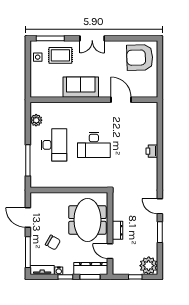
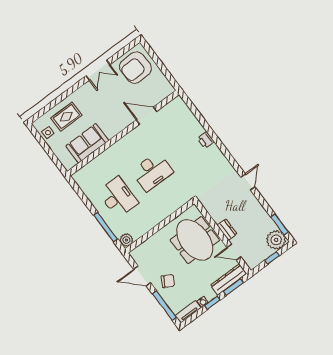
window: (50, 38) -> (47, 108), removed
double door: (92, 38) -> (98, 70), moved
sofa: (81, 87) -> (87, 143), moved
plant: (36, 120) -> (126, 240), moved
door: (160, 206) -> (248, 182), swing flipped
window: (160, 232) -> (280, 224), moved
chair: (53, 242) -> (168, 281), moved

